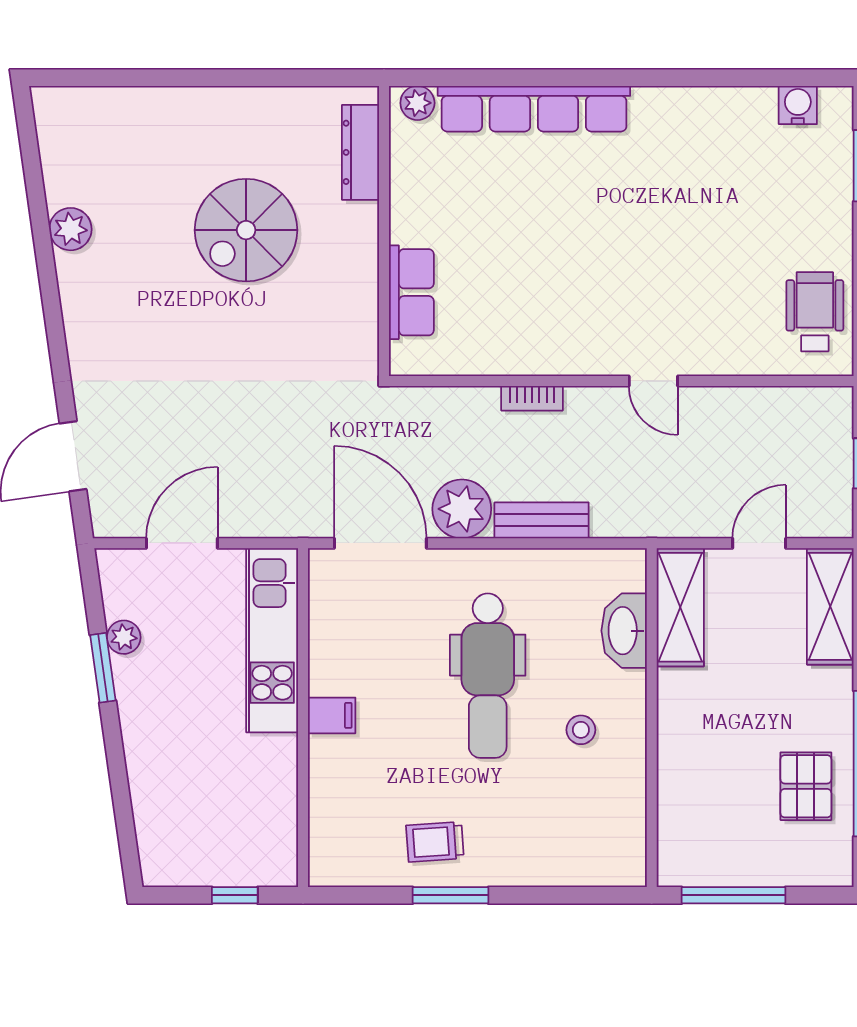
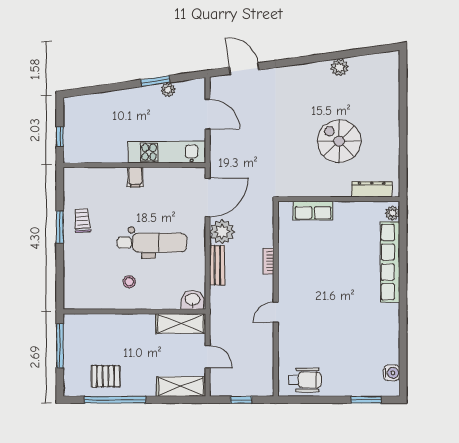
washbasin: (624, 631) -> (193, 300), moved, width x0.72
dental chair: (488, 676) -> (152, 243), turned 180

